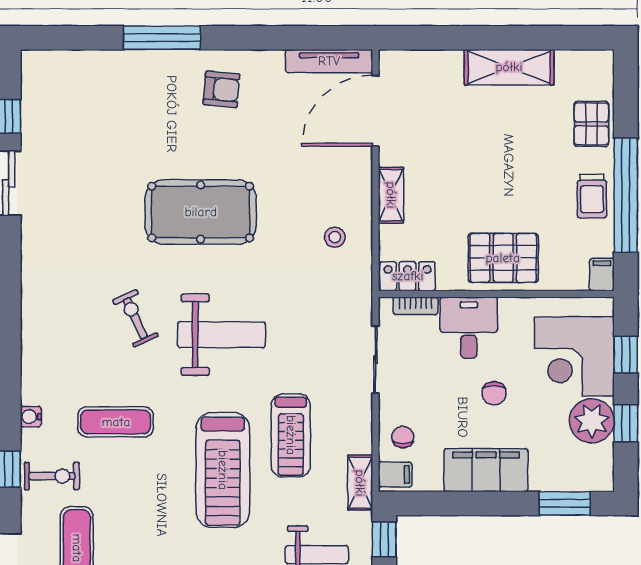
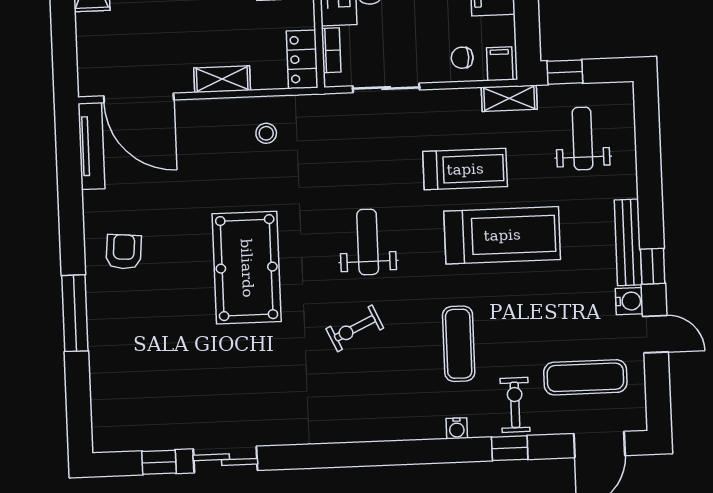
weight bench: (221, 335) -> (368, 242), width x0.73, depth x0.75

